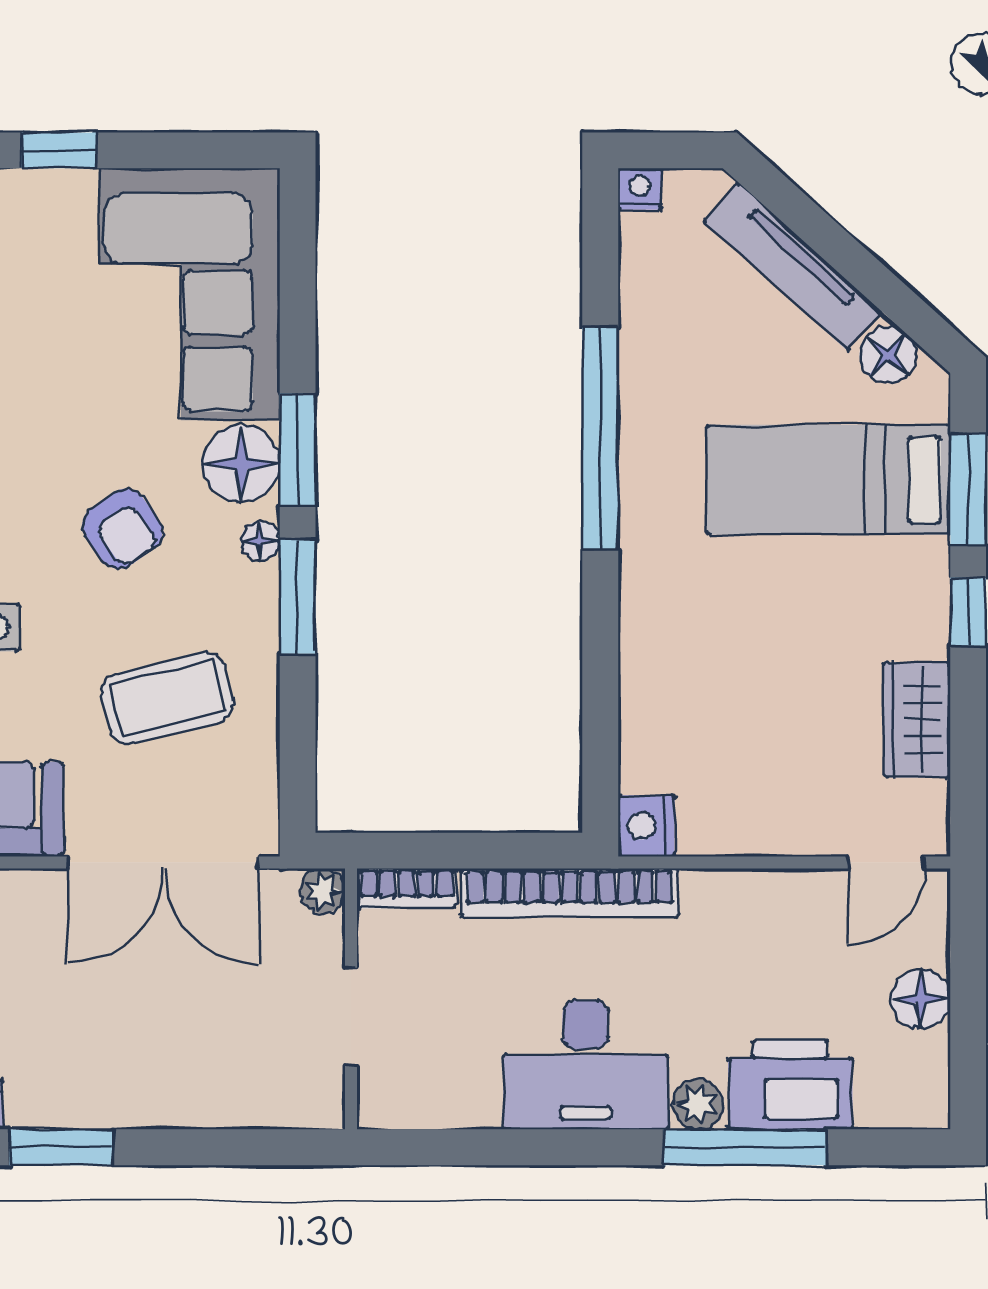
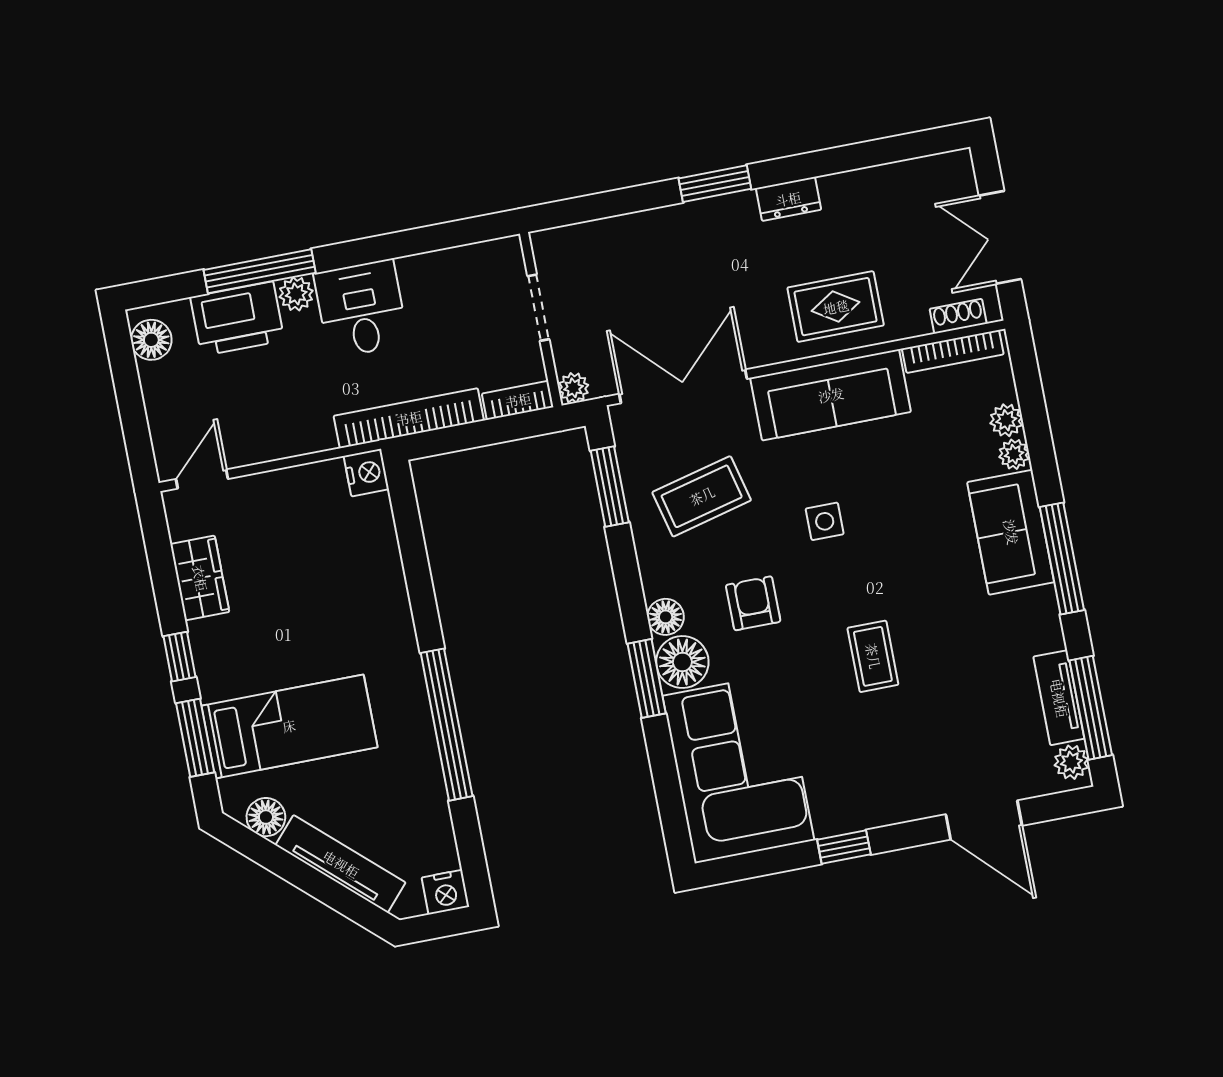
nightstand: (640, 189) -> (445, 892), width x1.39, depth x1.35
armchair: (122, 529) -> (753, 603), turned 35
floor lamp: (260, 541) -> (666, 617), width x1.37, depth x1.37
window: (298, 596) -> (610, 486), moved
floor lamp: (921, 999) -> (151, 340), moved
desk: (586, 1065) -> (361, 309), width x0.73

